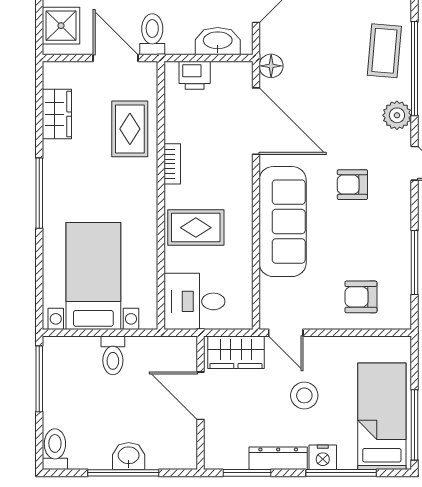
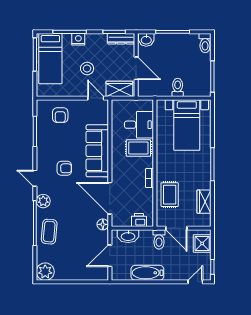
armchair: (361, 297) -> (60, 115), turned 90
desk: (194, 301) -> (139, 125), moved
washbasin: (129, 456) -> (146, 40), moved
dresser: (278, 458) -> (121, 39), moved

